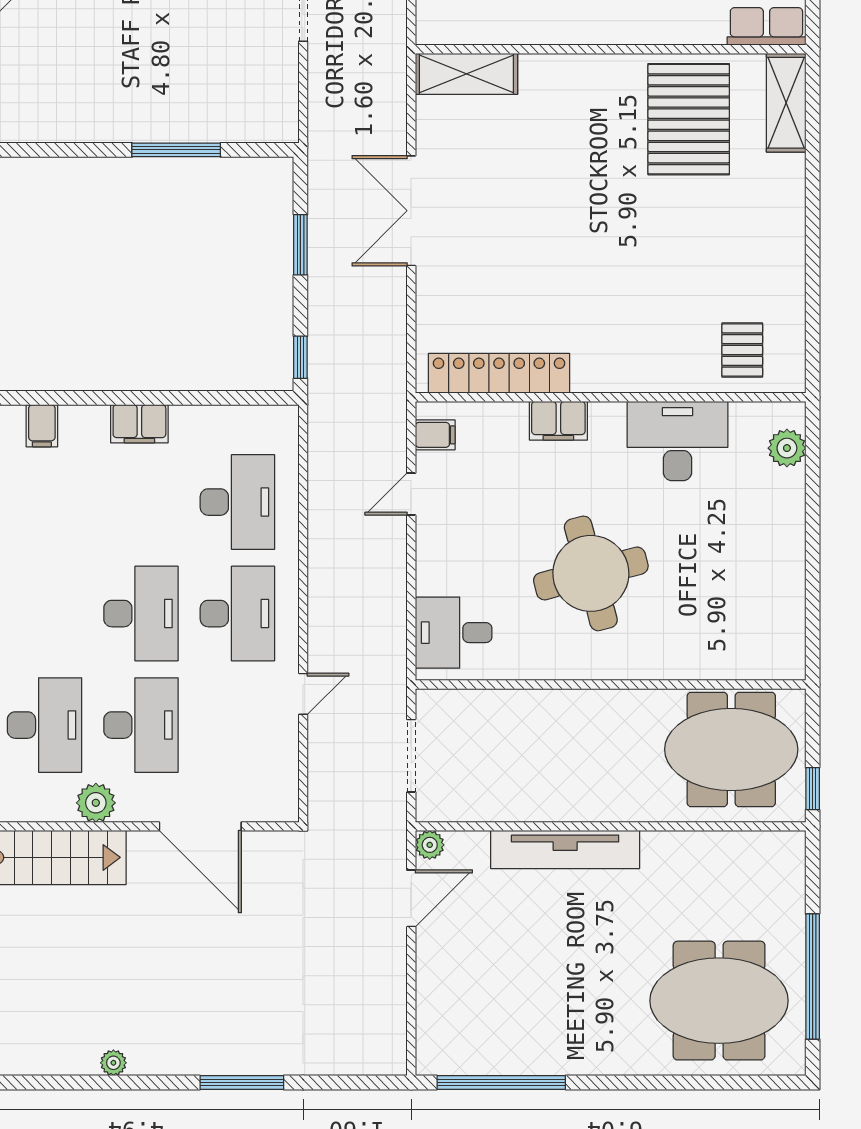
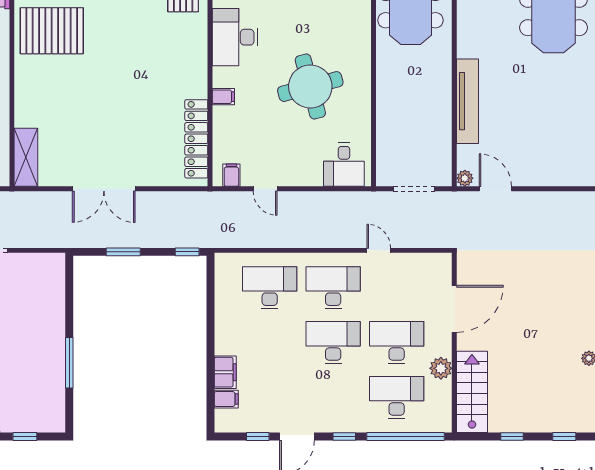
window: (176, 150) -> (69, 363), moved
filing cabinet: (558, 421) -> (223, 97), width x0.50
filing cabinet: (139, 424) -> (225, 372), moved

